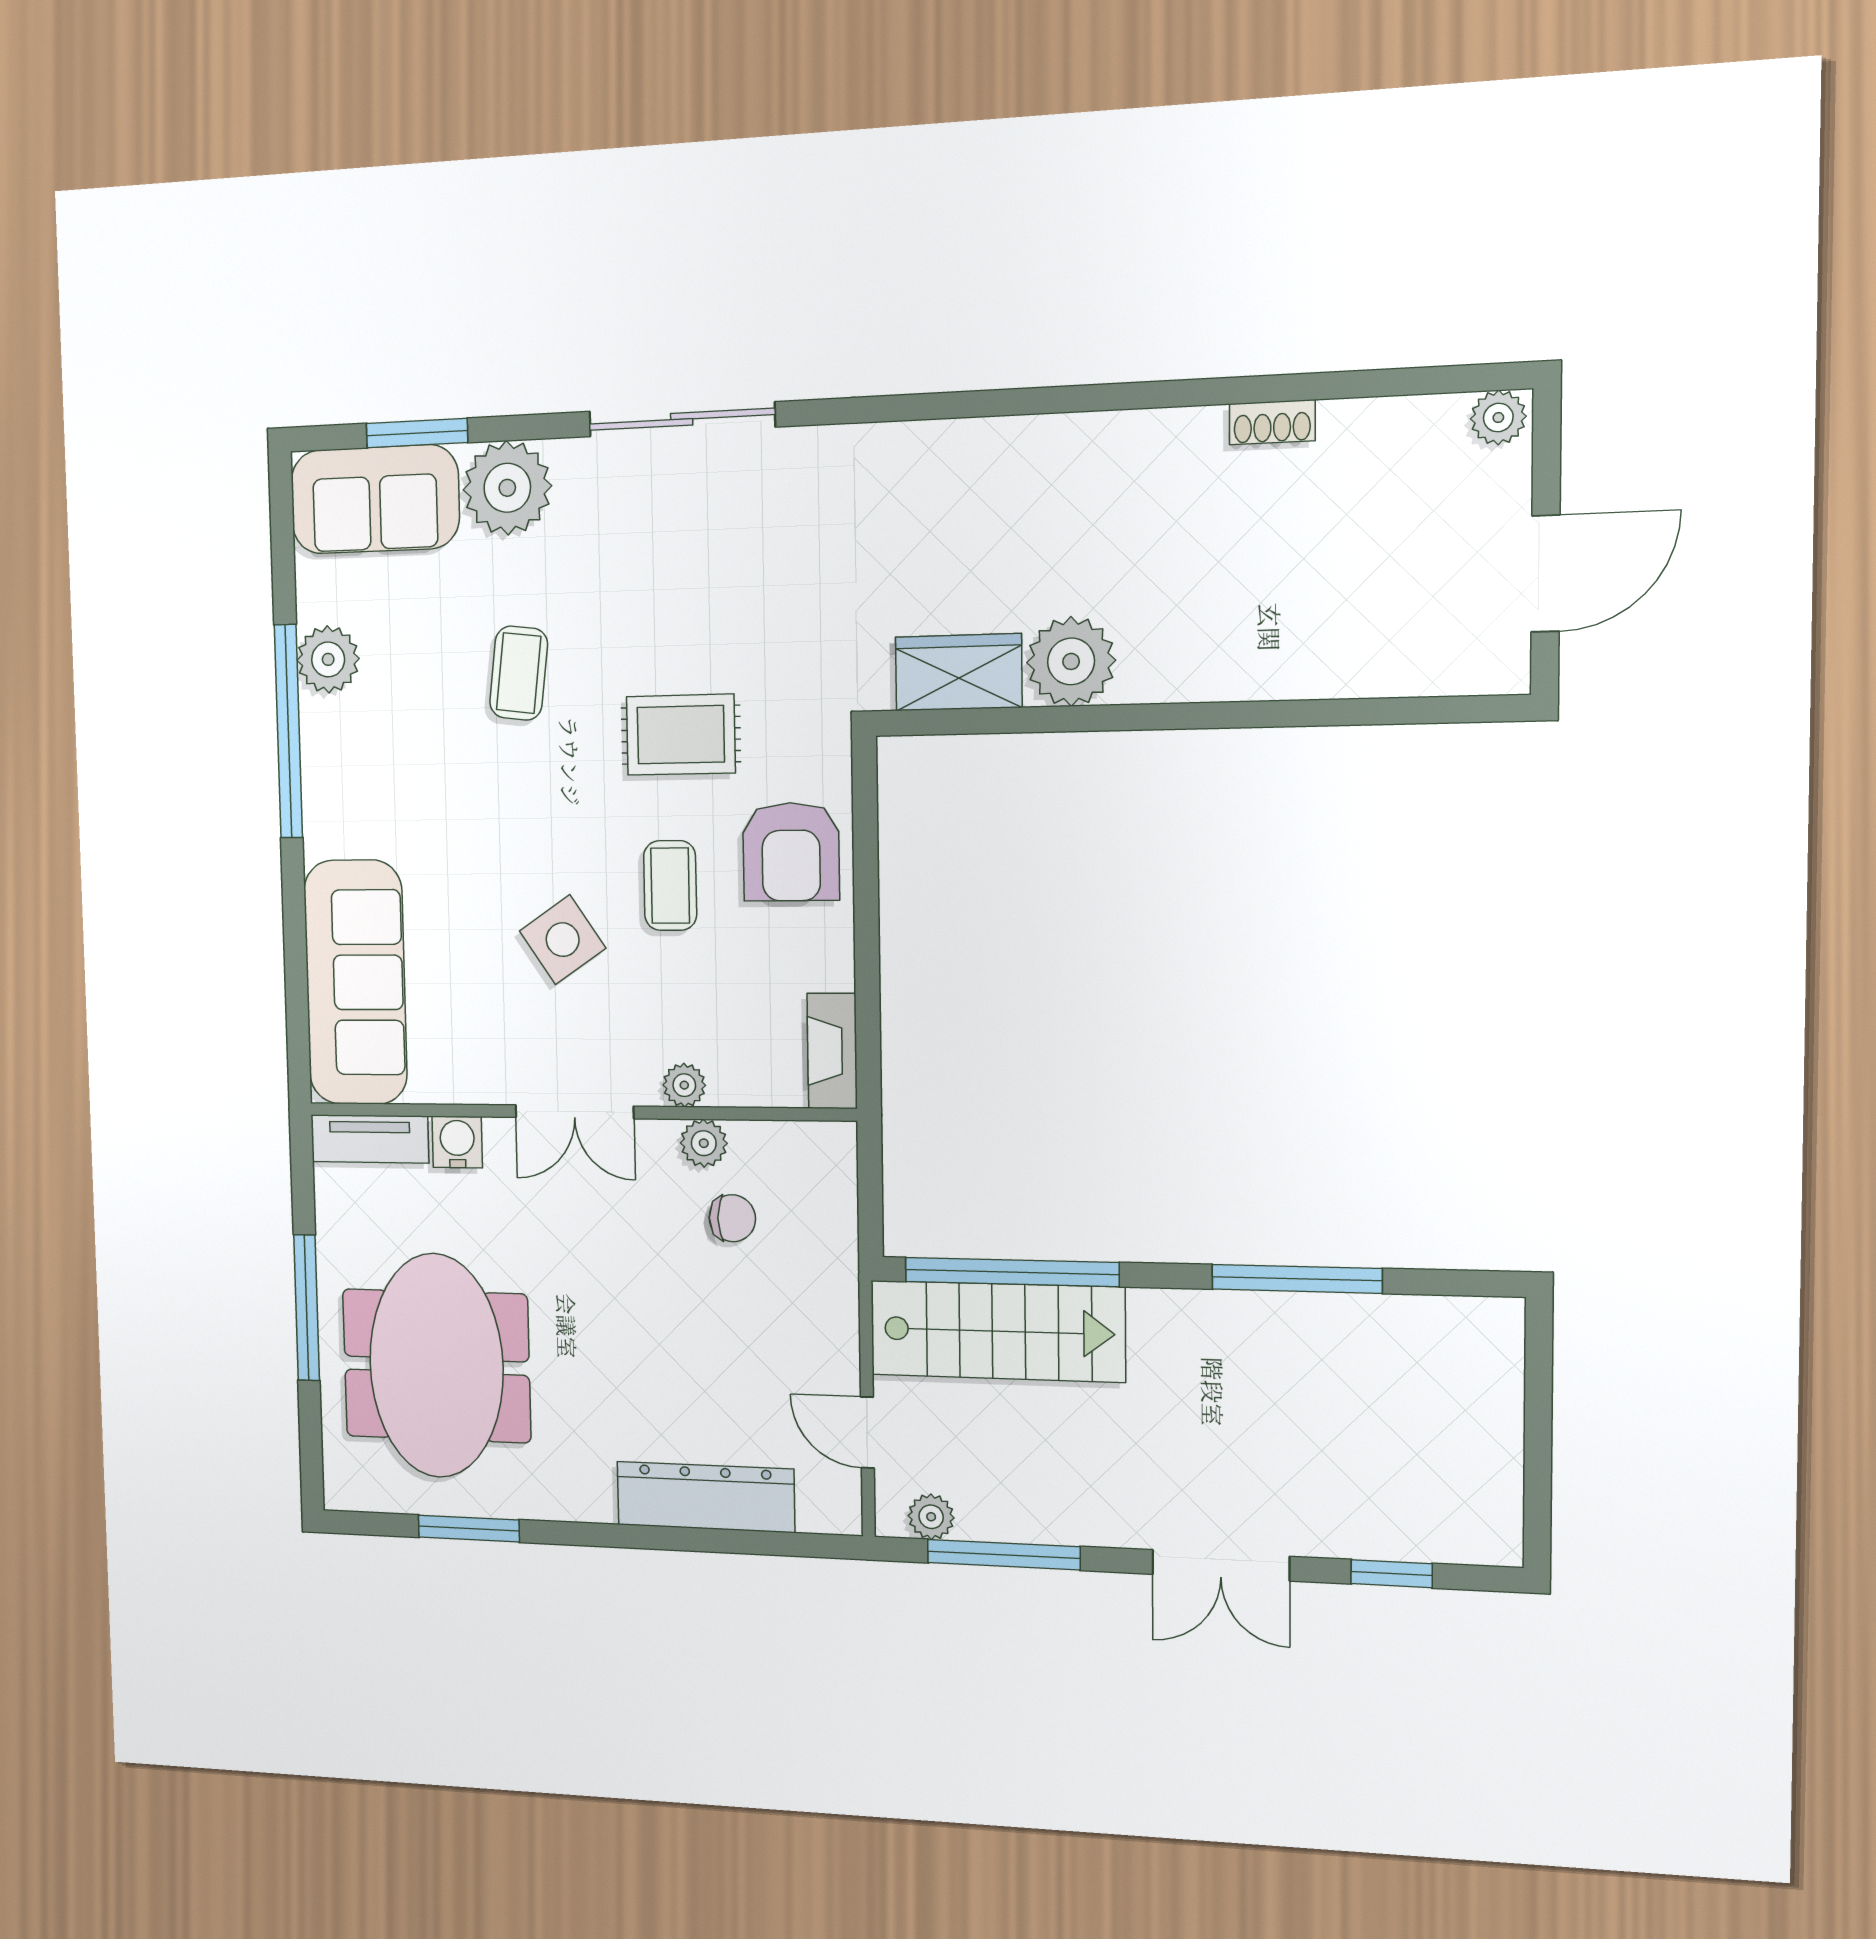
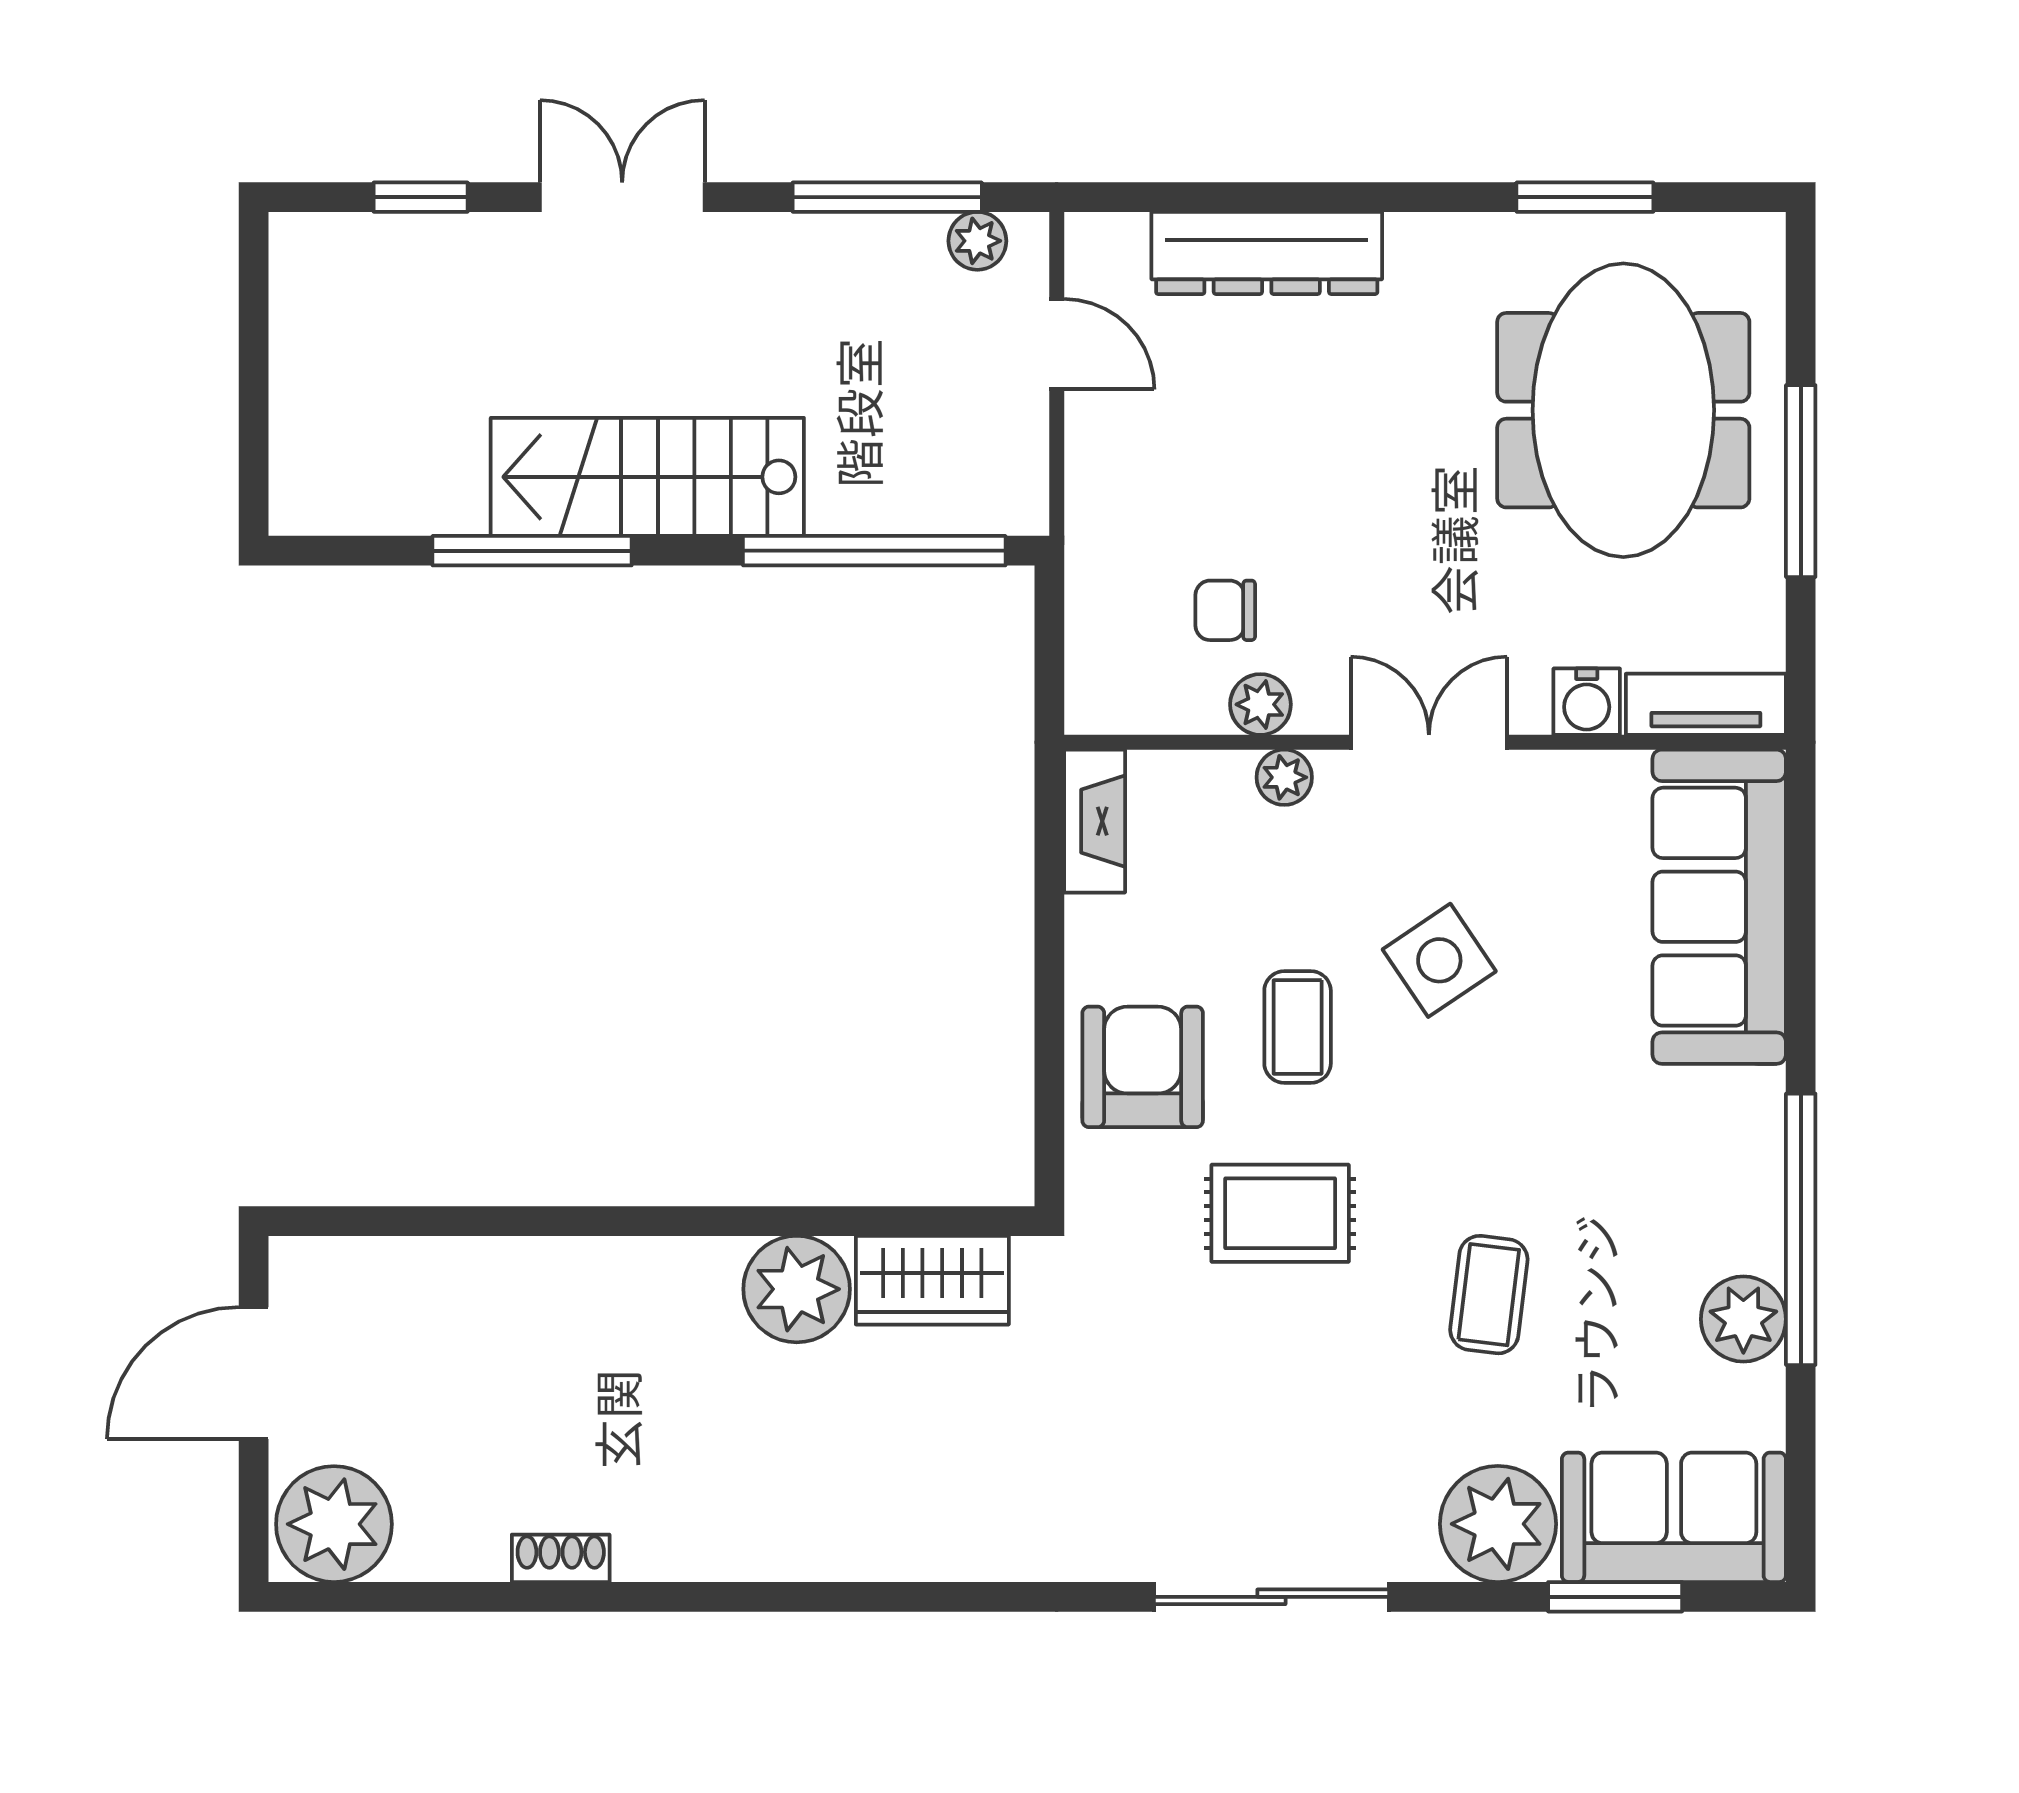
plant: (1498, 418) -> (334, 1524), width x1.88, depth x1.88
stairs: (997, 1331) -> (647, 477), moved

